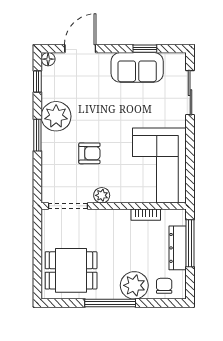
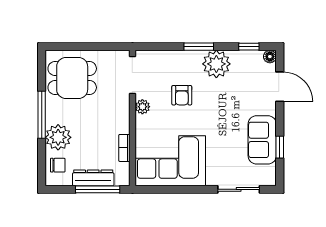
dining table: (71, 270) -> (72, 78), turned 90

